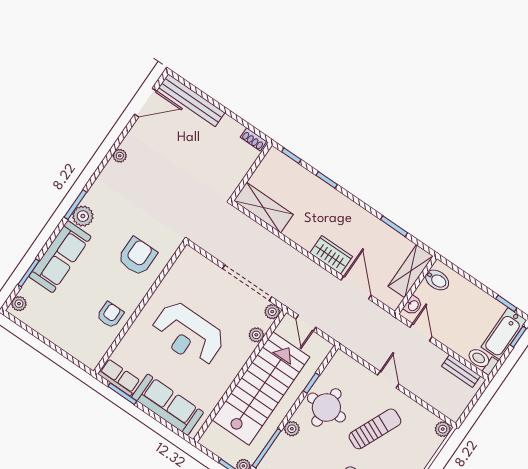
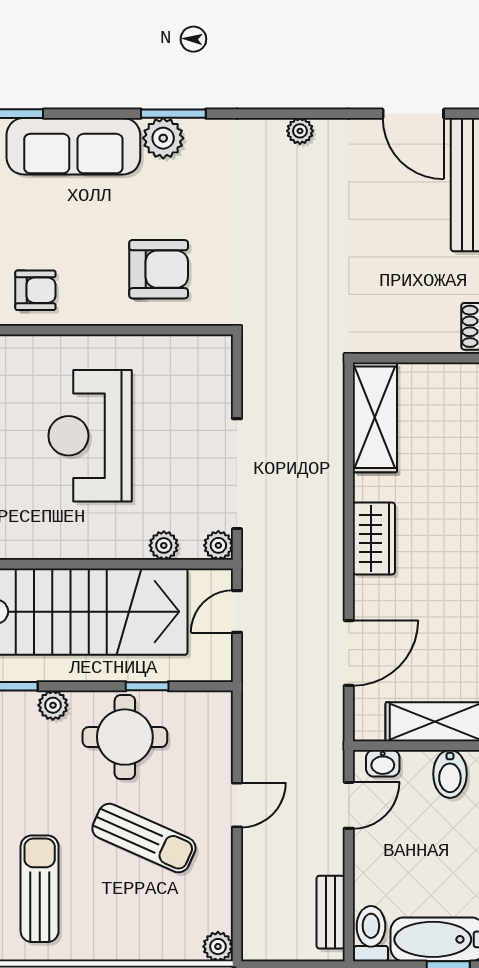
wardrobe: (331, 255) -> (374, 538), moved

